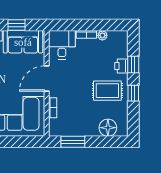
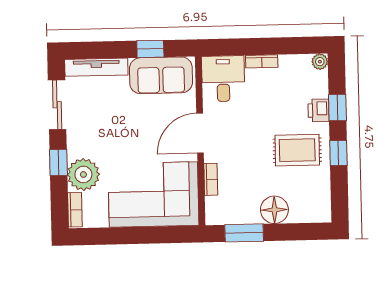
plant: (102, 35) -> (320, 62), moved
floor lamp: (108, 128) -> (274, 210), moved

